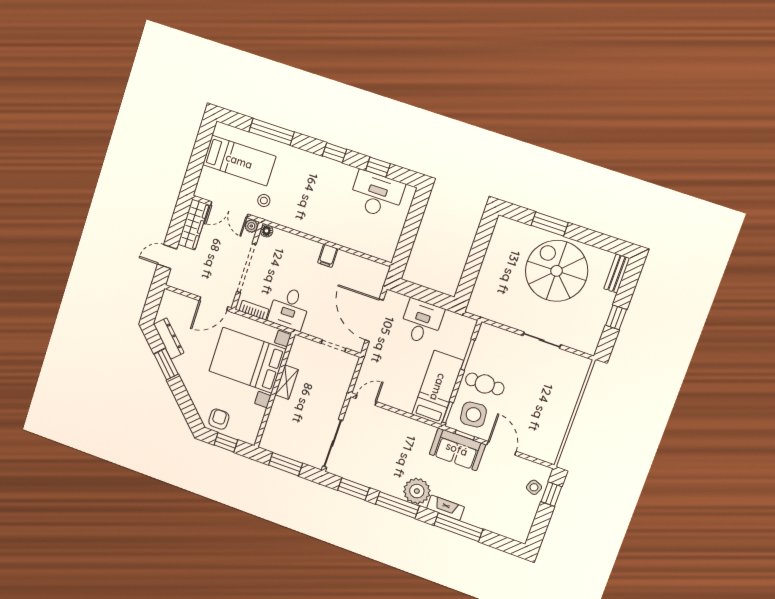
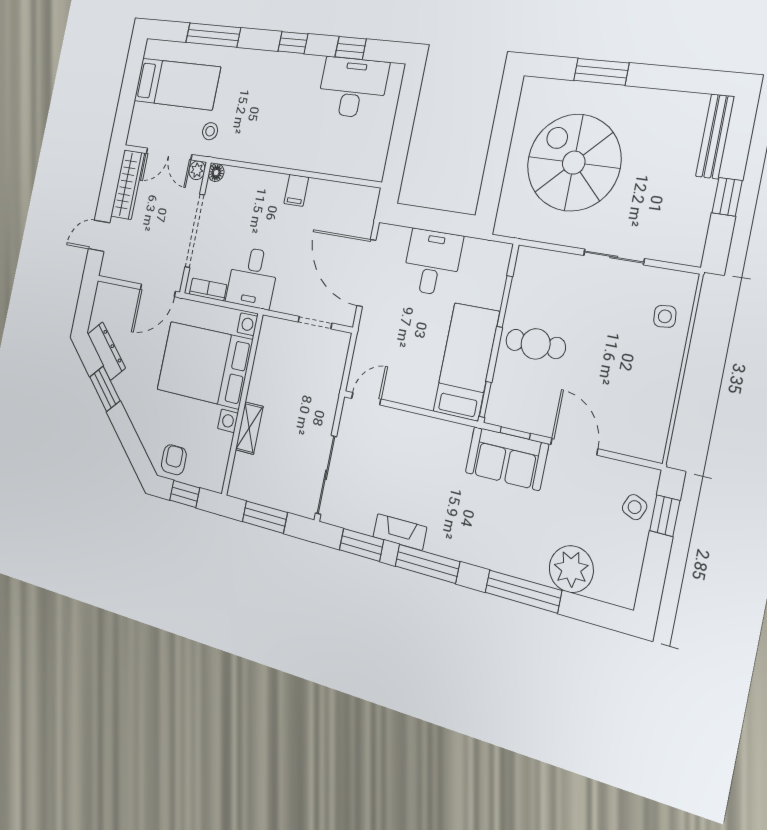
spiral stairs: (557, 271) -> (574, 163), moved
bench: (617, 274) -> (715, 136), width x1.36
shelving: (287, 382) -> (249, 428), moved
side table: (473, 415) -> (665, 316), moved, width x0.54, depth x0.54
plant: (417, 491) -> (571, 569), moved
fireplace: (446, 508) -> (400, 532), moved

